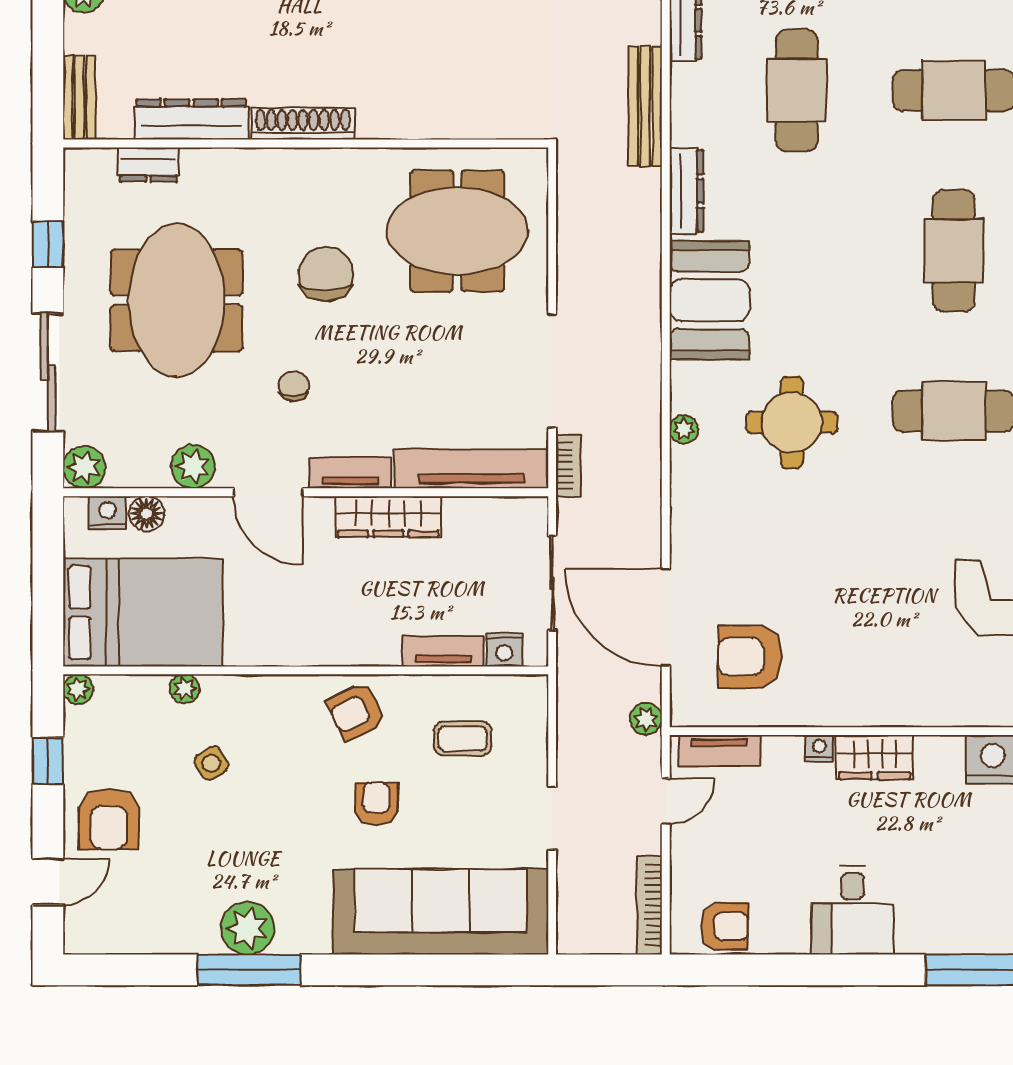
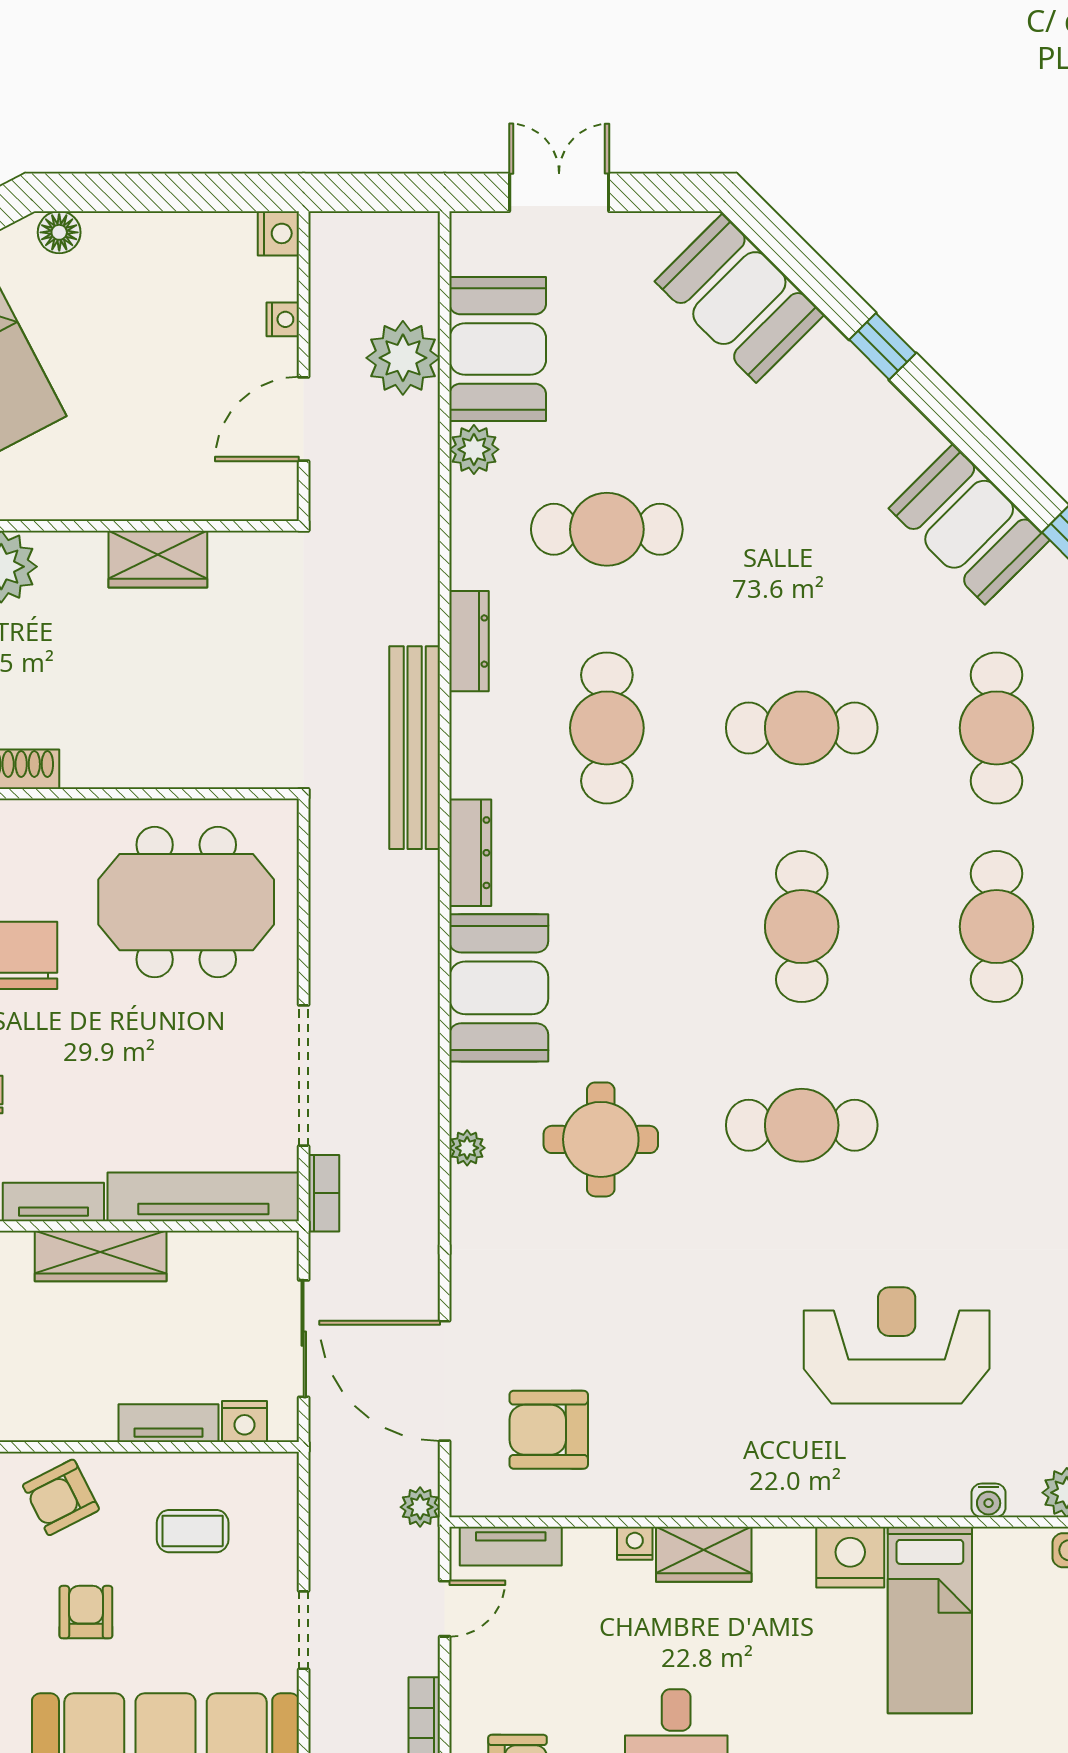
bench: (645, 106) -> (415, 748), width x1.37, depth x1.21

